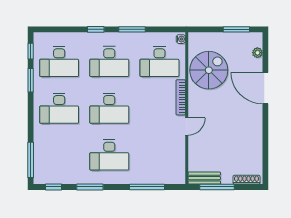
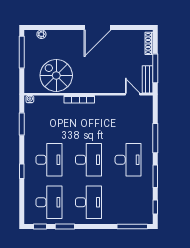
window: (132, 29) -> (22, 124), moved
window: (236, 29) -> (22, 52), width x1.44
desk: (159, 62) -> (49, 117), removed
door: (265, 88) -> (97, 27), moved
door: (187, 126) -> (133, 94), moved
window: (147, 187) -> (155, 138), moved

